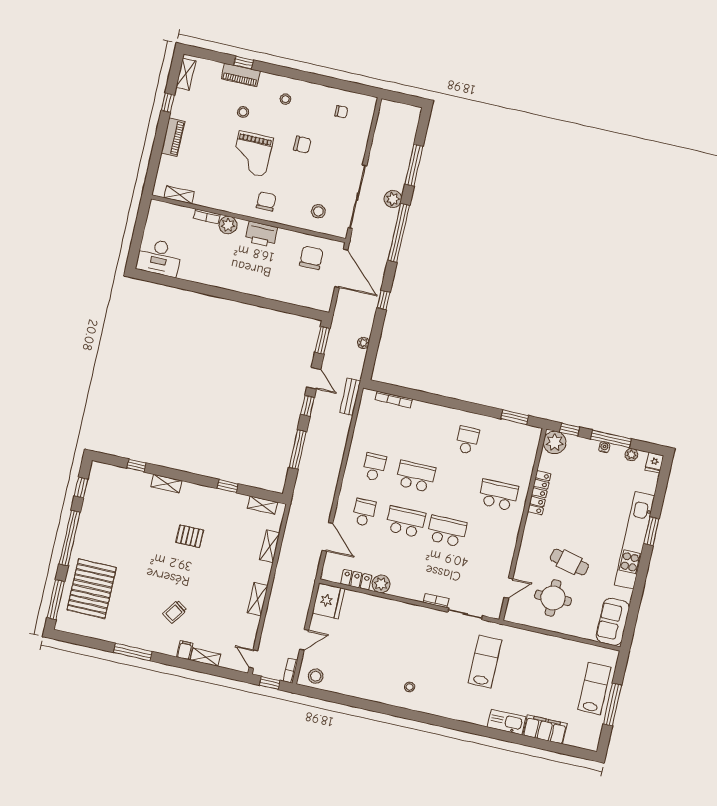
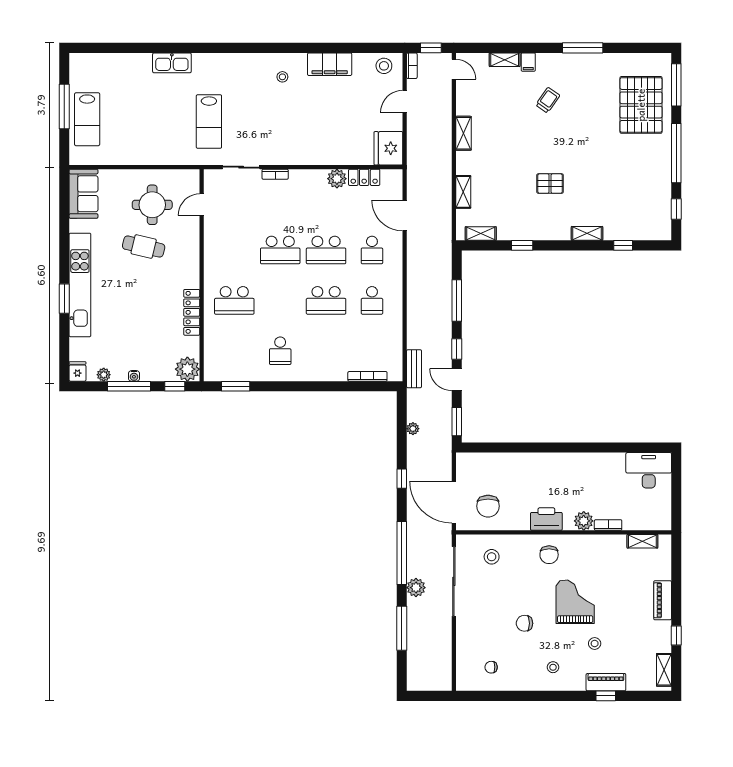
filing cabinet: (545, 729) -> (330, 64), moved

